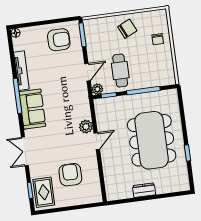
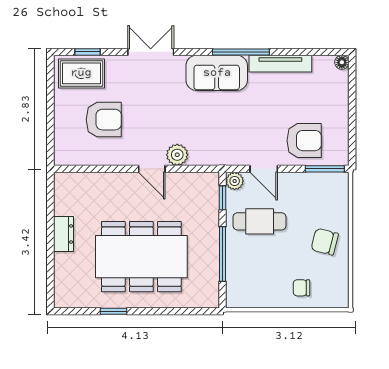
chair: (127, 29) -> (325, 242), turned 129
armchair: (59, 40) -> (304, 141), moved, turned -90

